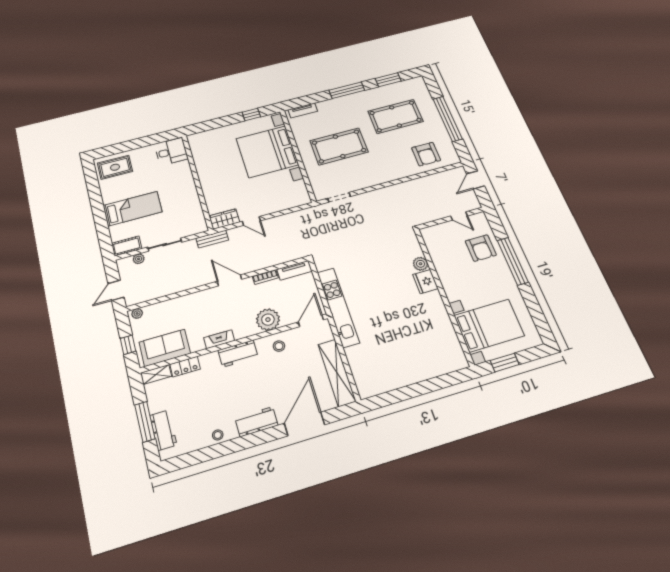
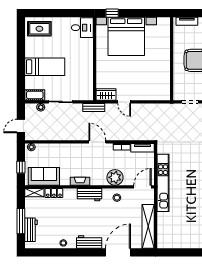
window: (251, 114) -> (112, 13), moved
bed with nightstands: (267, 152) -> (126, 36), moved, turned -90

